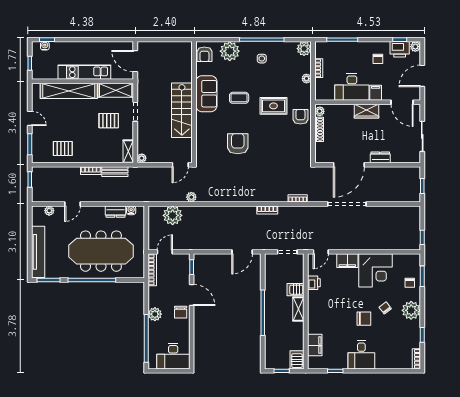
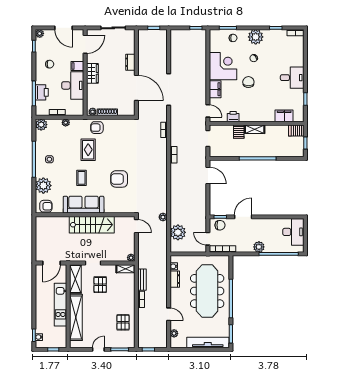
printer: (400, 49) -> (42, 92), moved
sofa: (206, 94) -> (84, 205), width x1.36
chair: (181, 312) -> (220, 225), moved
chair: (364, 319) -> (248, 82), moved

